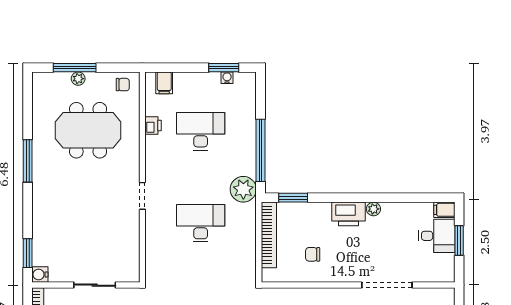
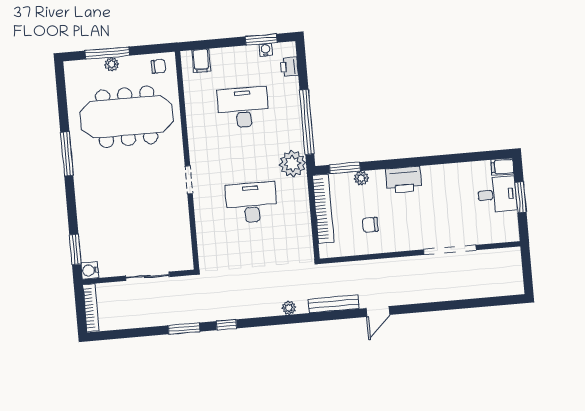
printer: (153, 126) -> (289, 67), moved, turned 180
meeting table: (88, 130) -> (127, 117), width x1.36
plant: (373, 209) -> (361, 178), moved

